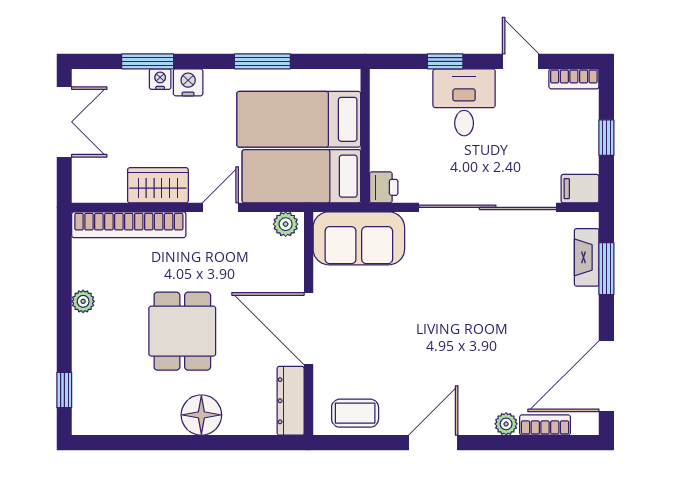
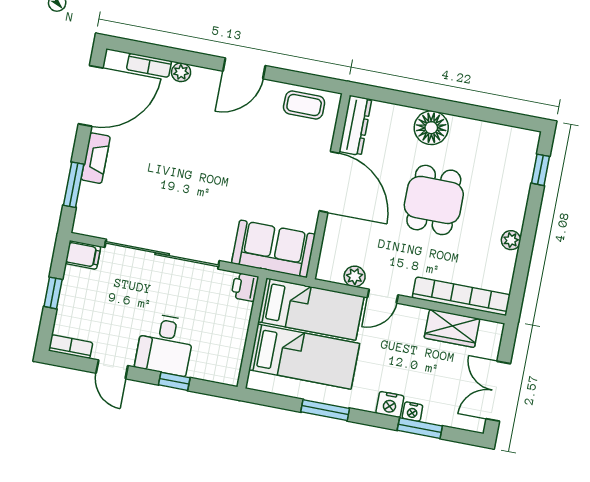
wardrobe: (158, 185) -> (452, 328), moved
plant: (286, 224) -> (355, 276), moved
fireplace: (587, 257) -> (96, 158), moved

